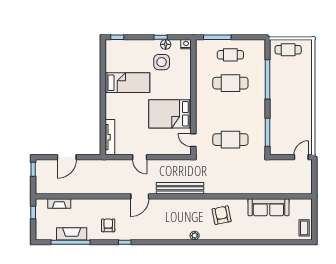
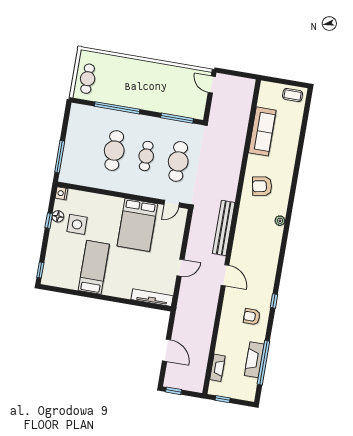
cafe table: (230, 55) -> (146, 156), moved

